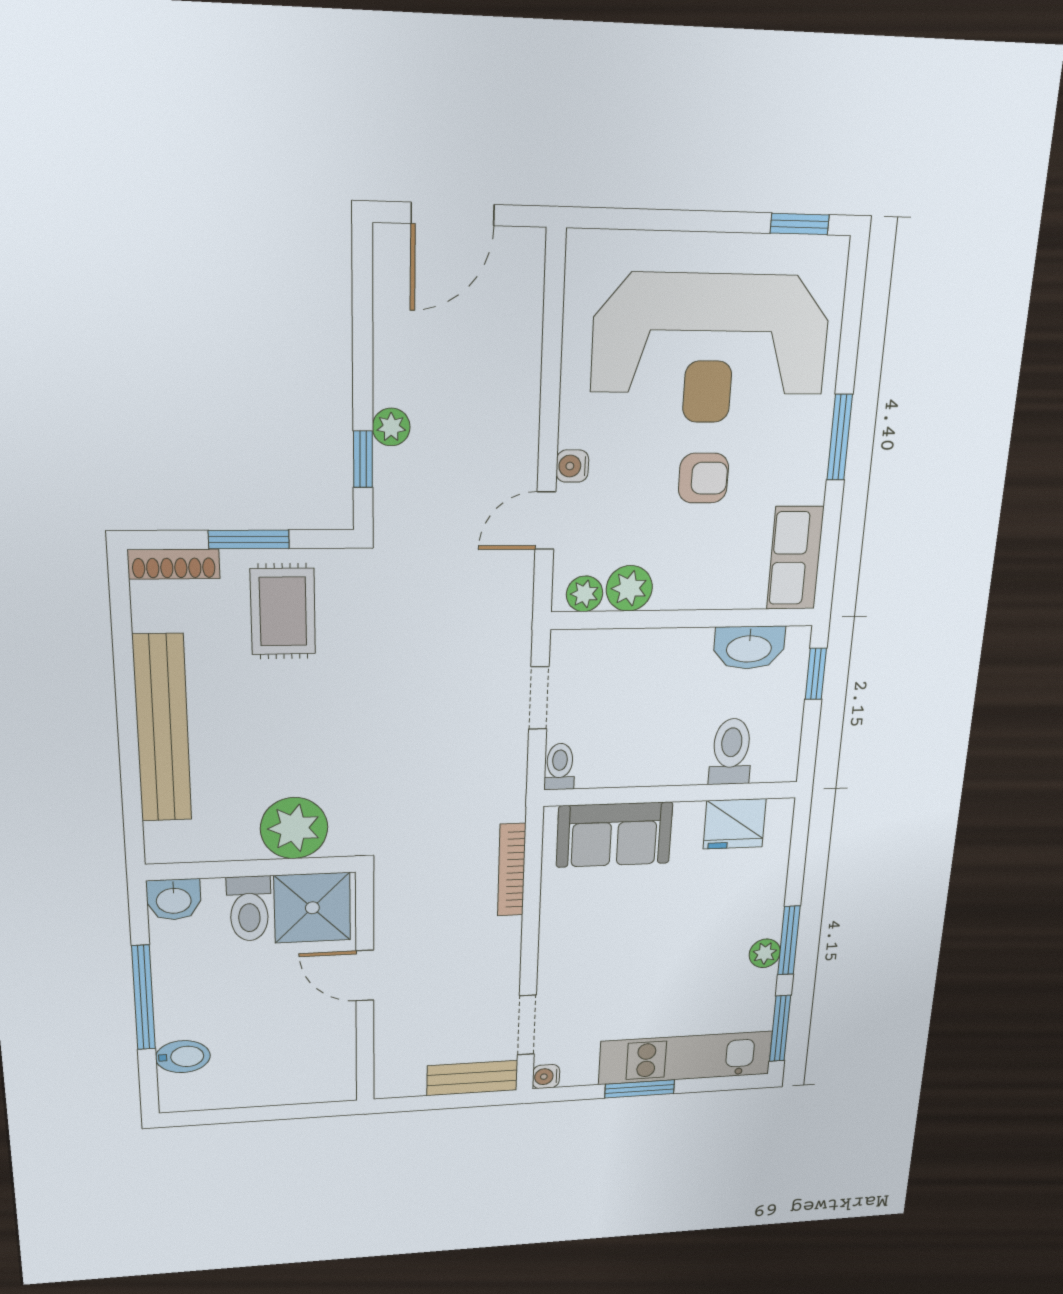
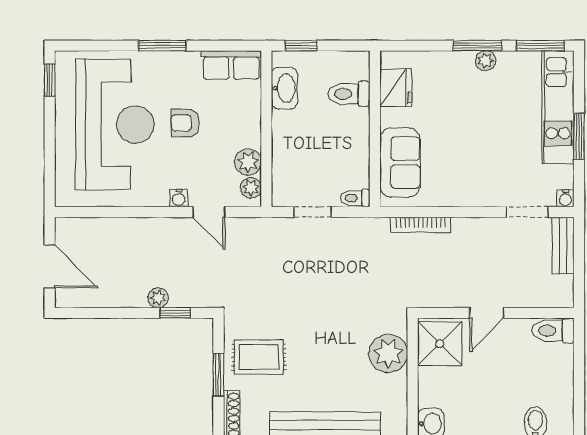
armchair: (703, 478) -> (185, 123), turned -90
toilet: (249, 909) -> (553, 331), moved, turned 180

